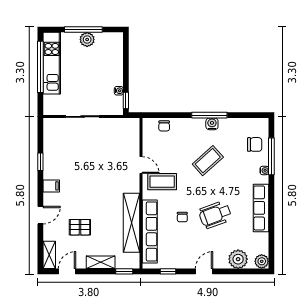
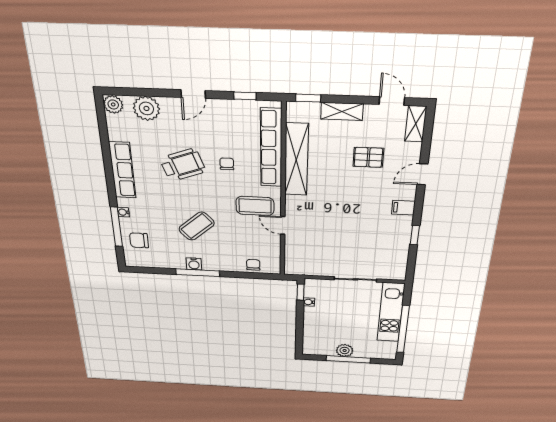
kitchen unit: (52, 63) -> (391, 313), moved
door: (67, 271) -> (392, 101), swing flipped

